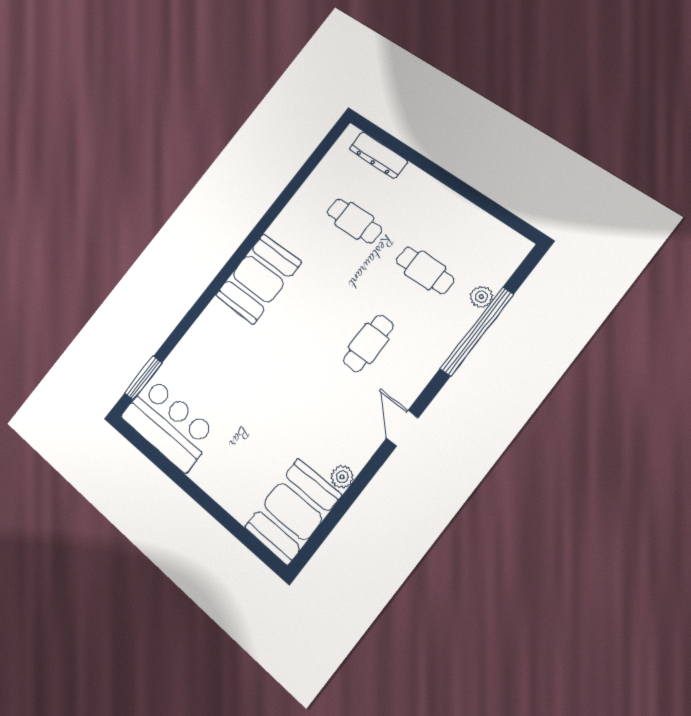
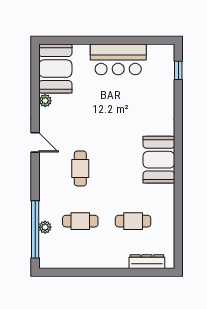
window: (477, 332) -> (35, 229), moved
window: (143, 378) -> (178, 70), width x0.67
bar counter: (169, 424) -> (118, 59), moved

